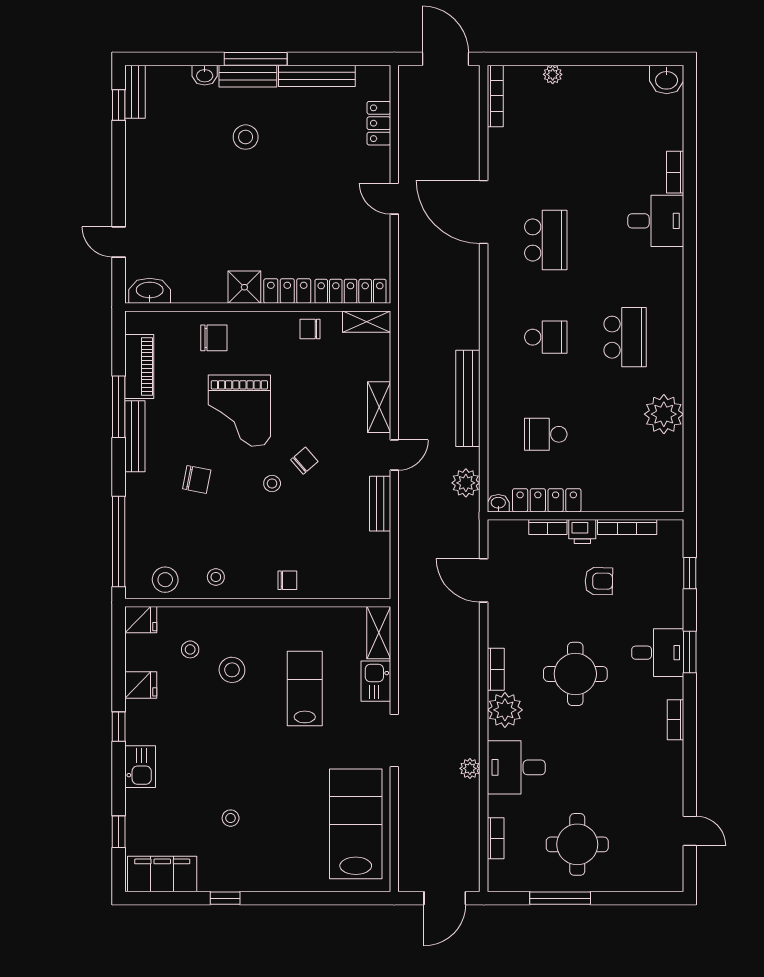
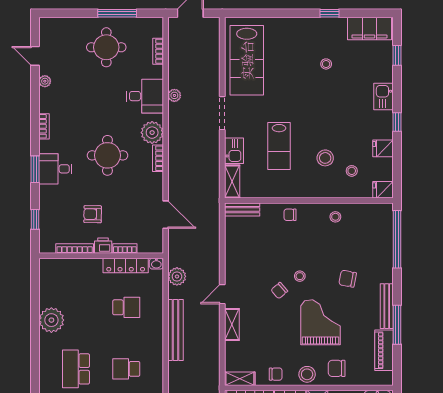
bench: (380, 504) -> (242, 210), moved, turned 90
stool: (165, 580) -> (307, 374), moved
plant: (674, 791) -> (45, 81), added

